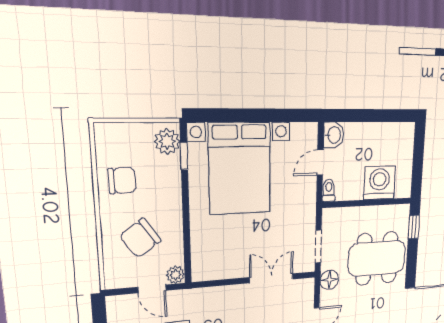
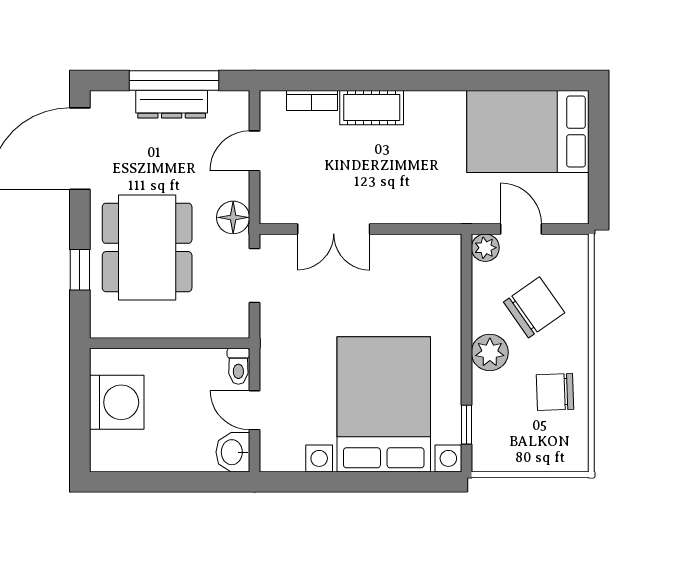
plant: (167, 141) -> (490, 352), moved
door: (320, 162) -> (254, 410), swing flipped
washing machine: (379, 183) -> (117, 402), moved, turned -90
window: (414, 227) -> (80, 270), moved
dining table: (377, 258) -> (147, 247), turned 90

